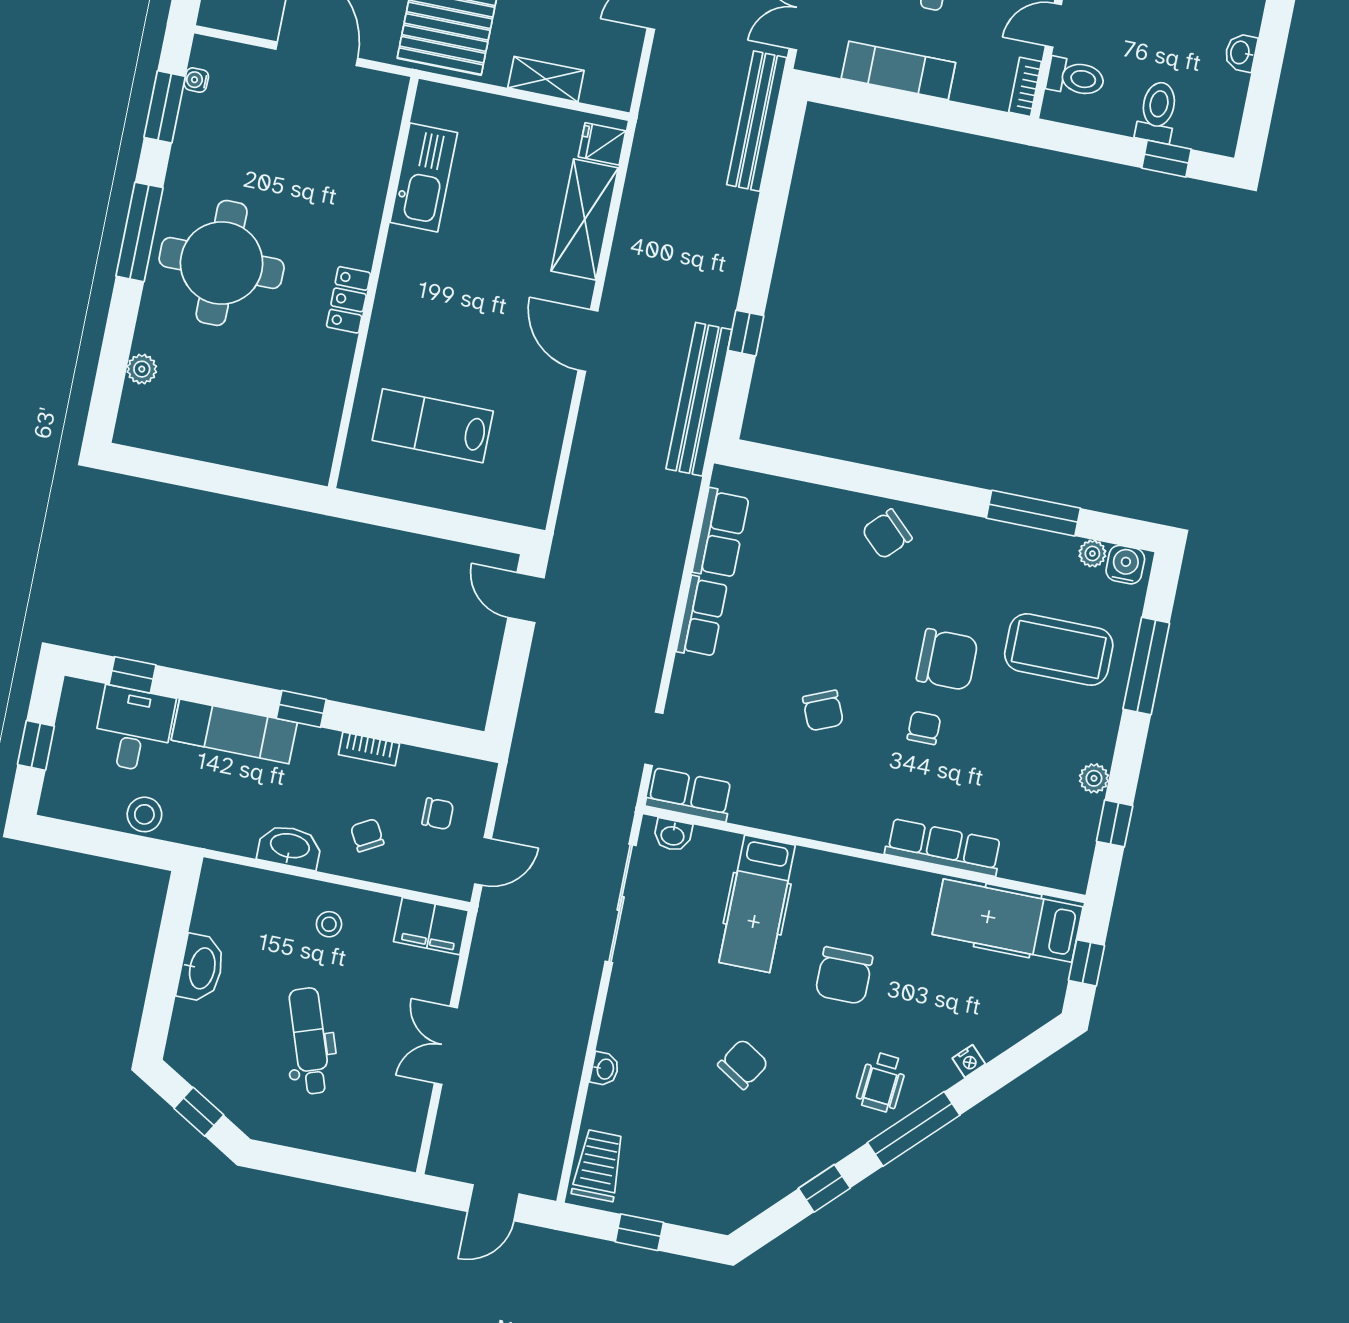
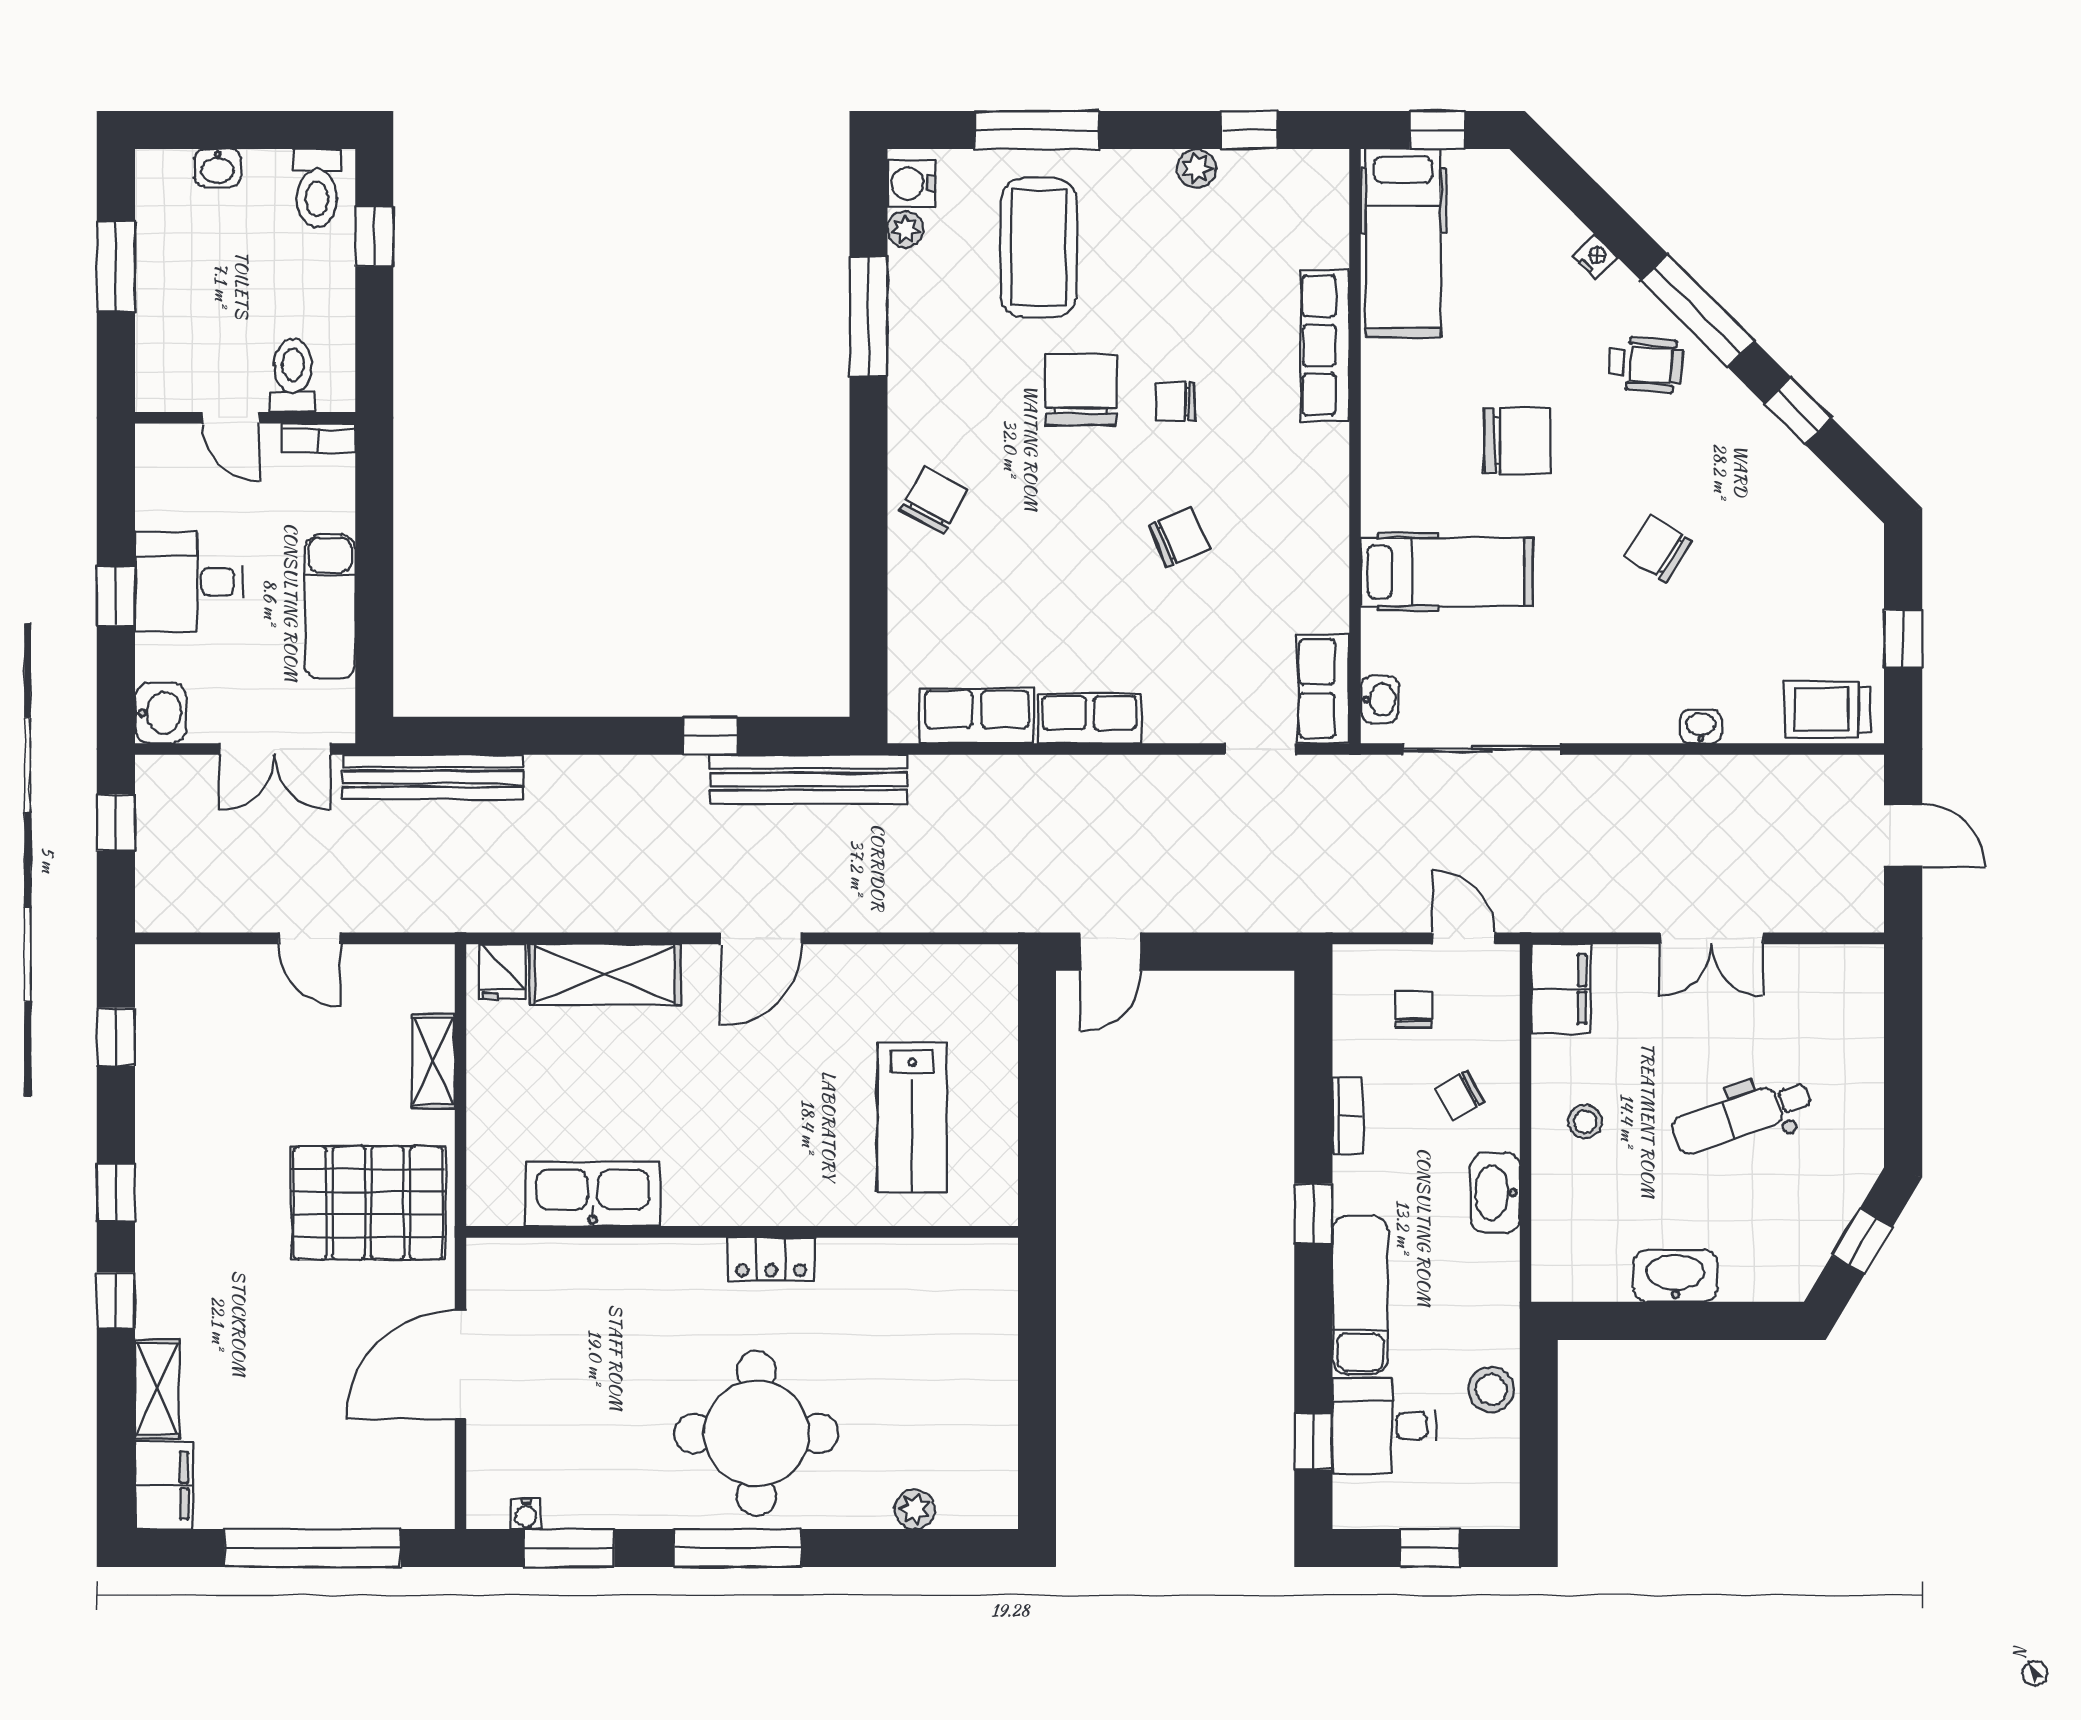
toilet: (1157, 112) -> (317, 188), moved, turned -90
chair: (887, 534) -> (934, 501), turned -105

